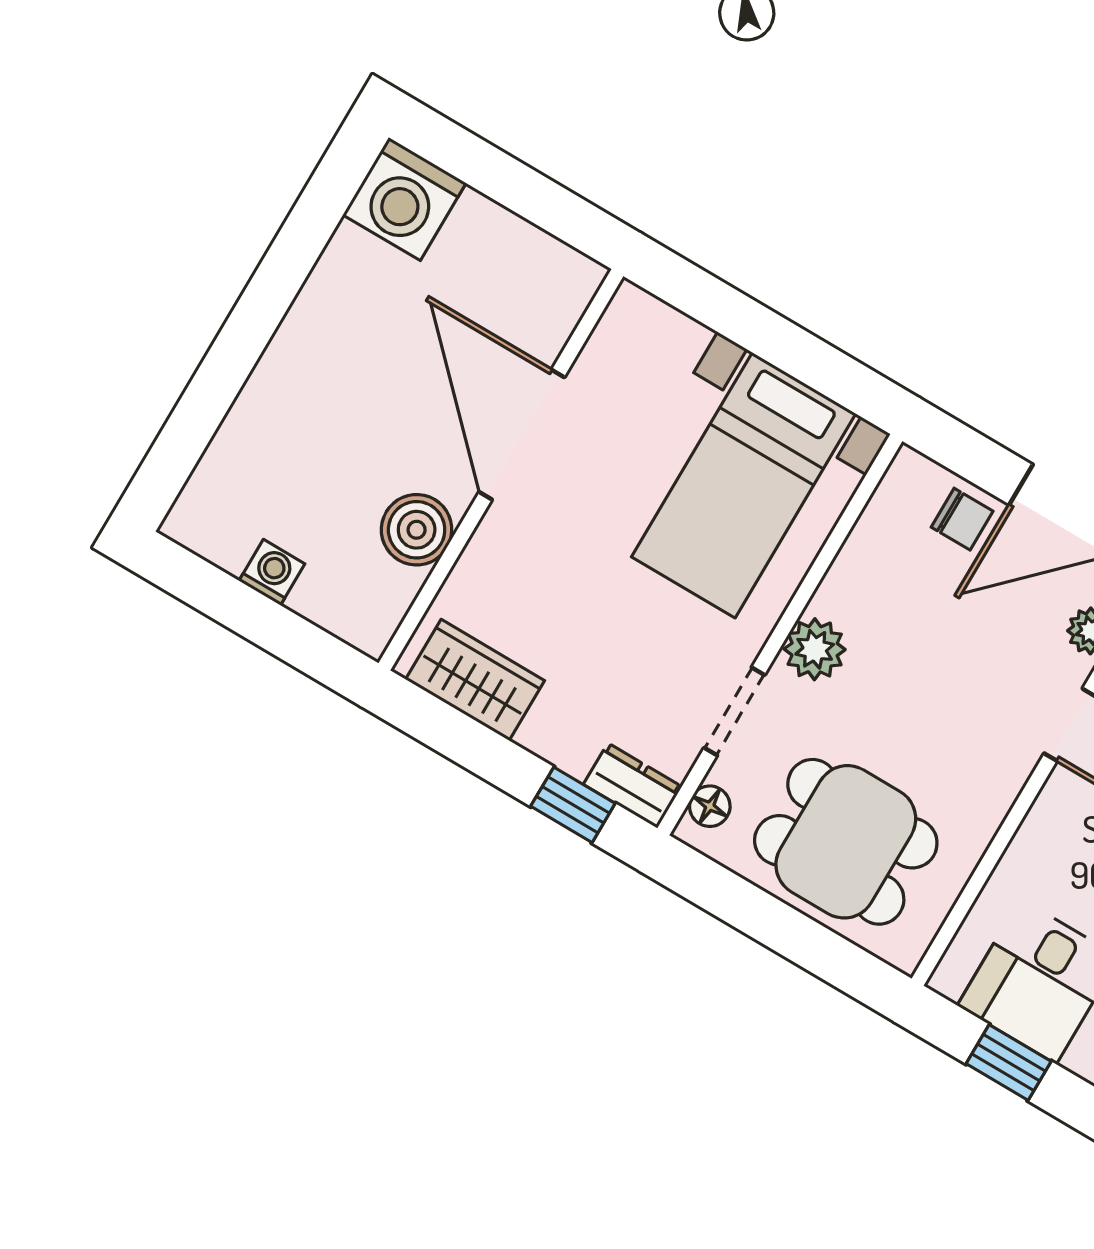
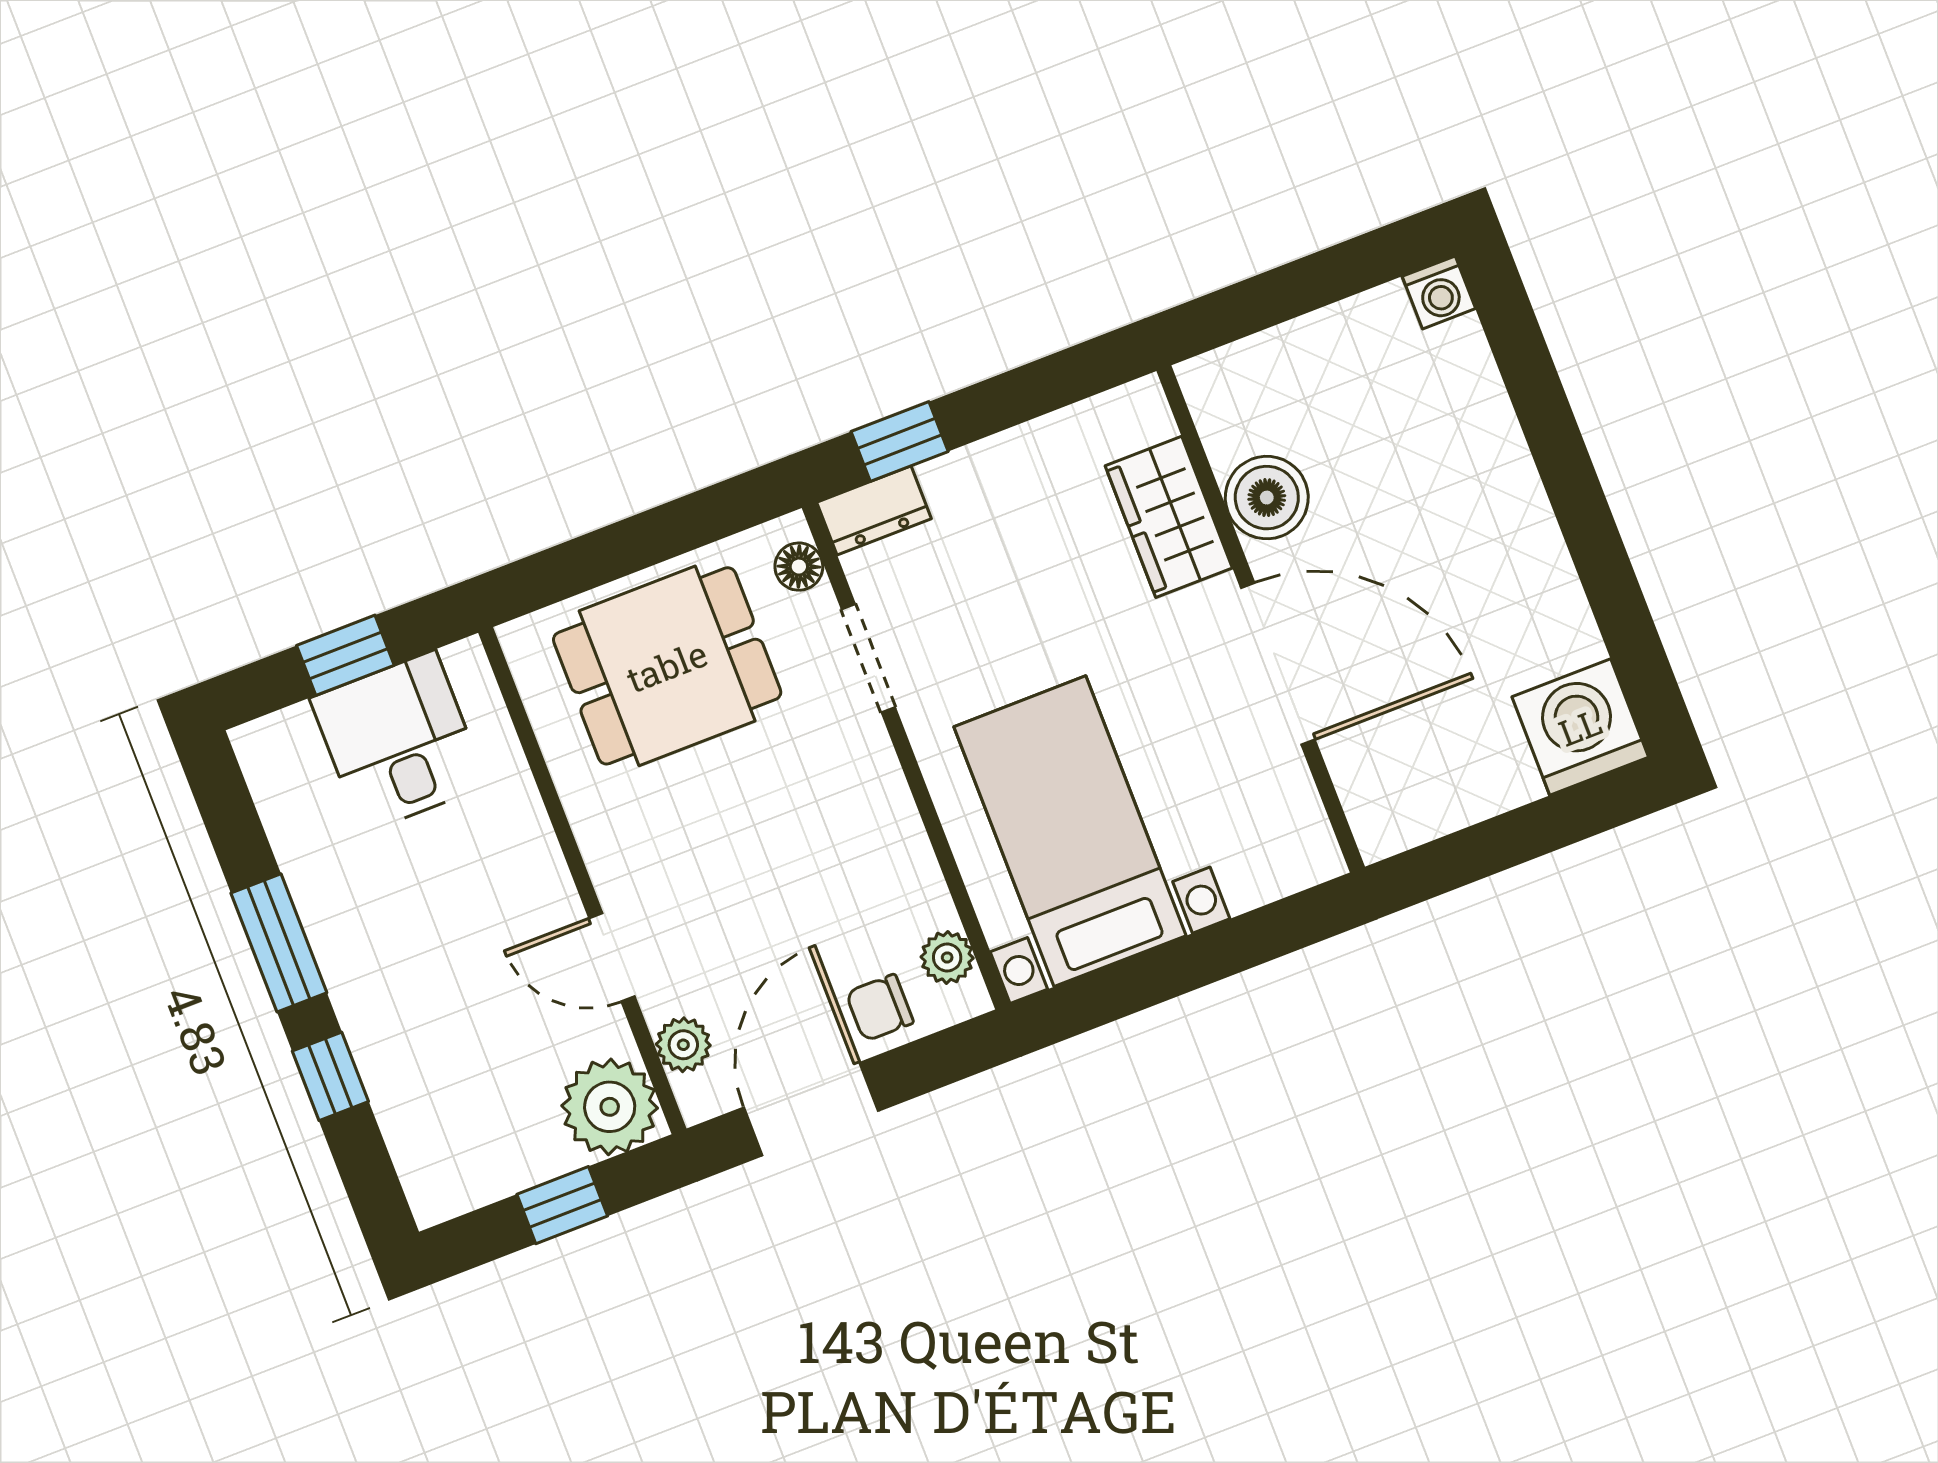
washing machine: (272, 572) -> (1439, 292), moved
plant: (815, 649) -> (947, 957), moved, width x0.73, depth x0.73
wardrobe: (475, 680) -> (1169, 517), moved, turned 90

